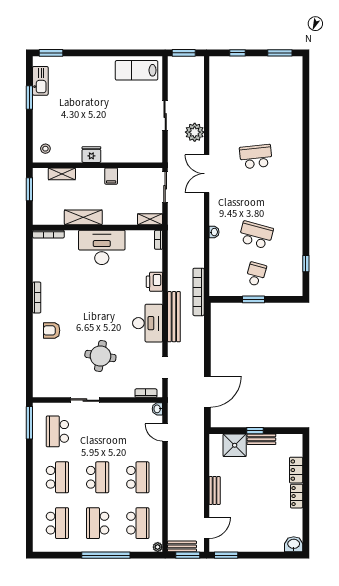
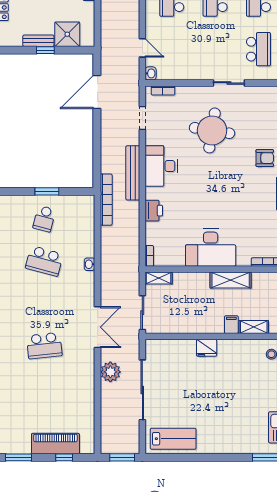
piano: (246, 66) -> (55, 444), added
sliding door: (165, 115) -> (142, 390), width x1.86
fridge: (91, 155) -> (207, 348), moved
filing cabinet: (111, 176) -> (231, 325), moved
round table: (100, 356) -> (212, 130), width x1.36, depth x1.36

